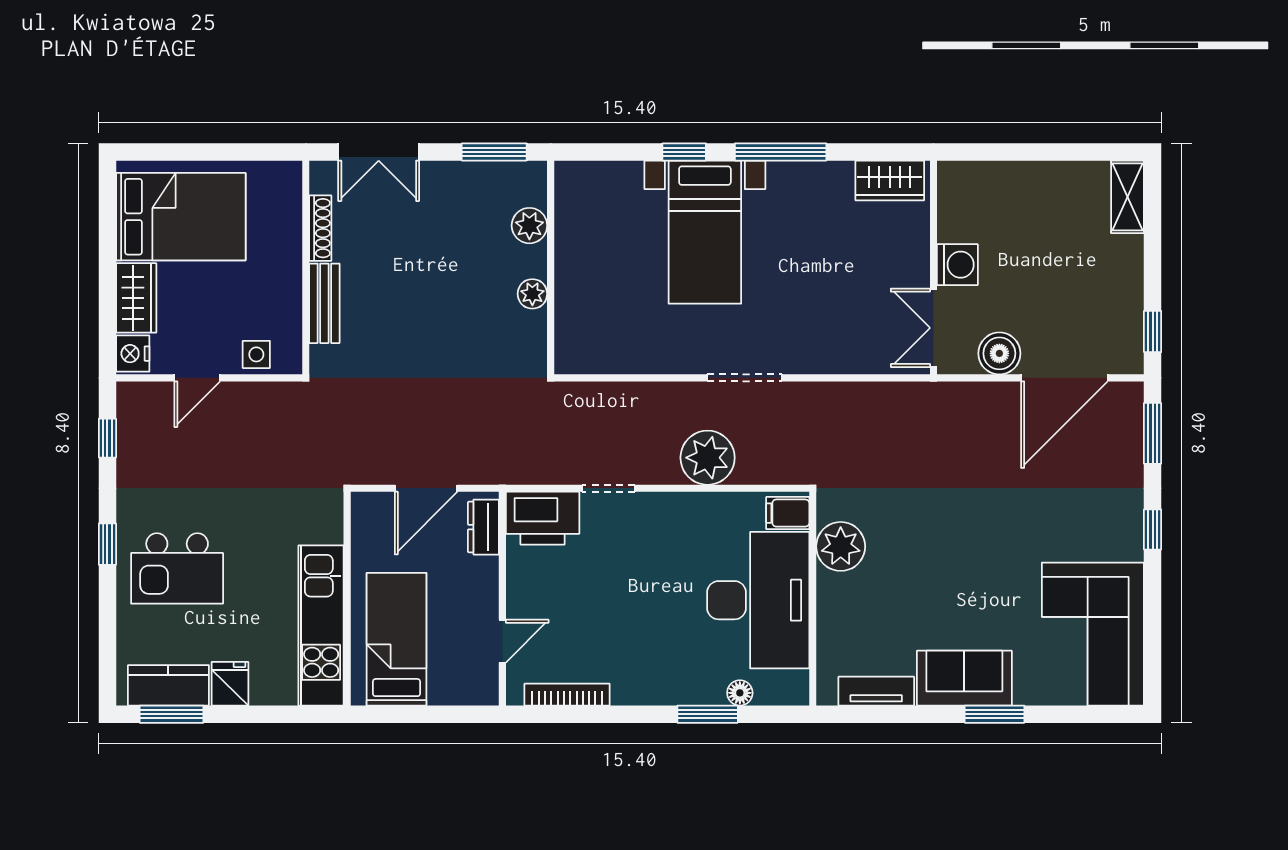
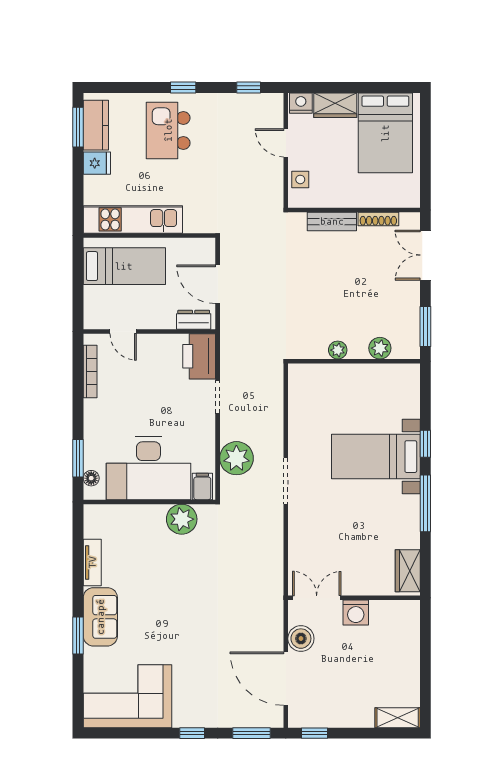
filing cabinet: (788, 513) -> (202, 486), moved
plant: (841, 546) -> (182, 519), moved
wall: (813, 599) -> (149, 502), moved
desk: (758, 600) -> (148, 468), moved

